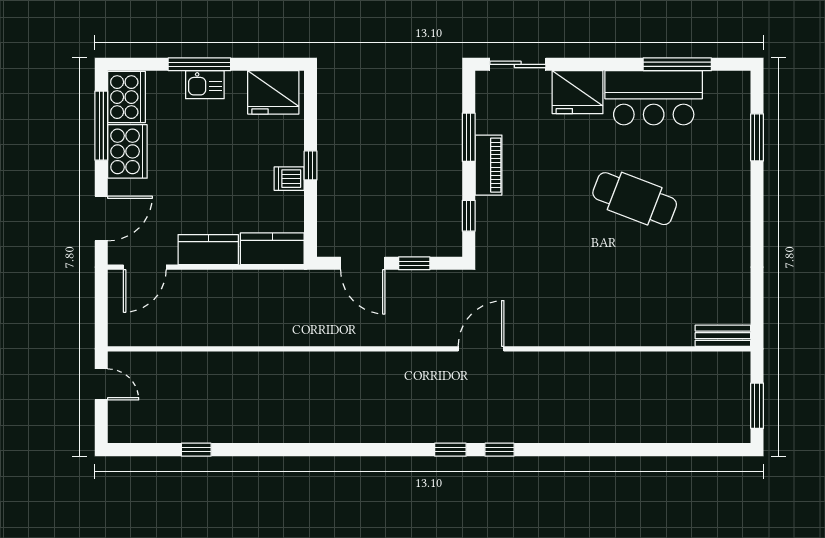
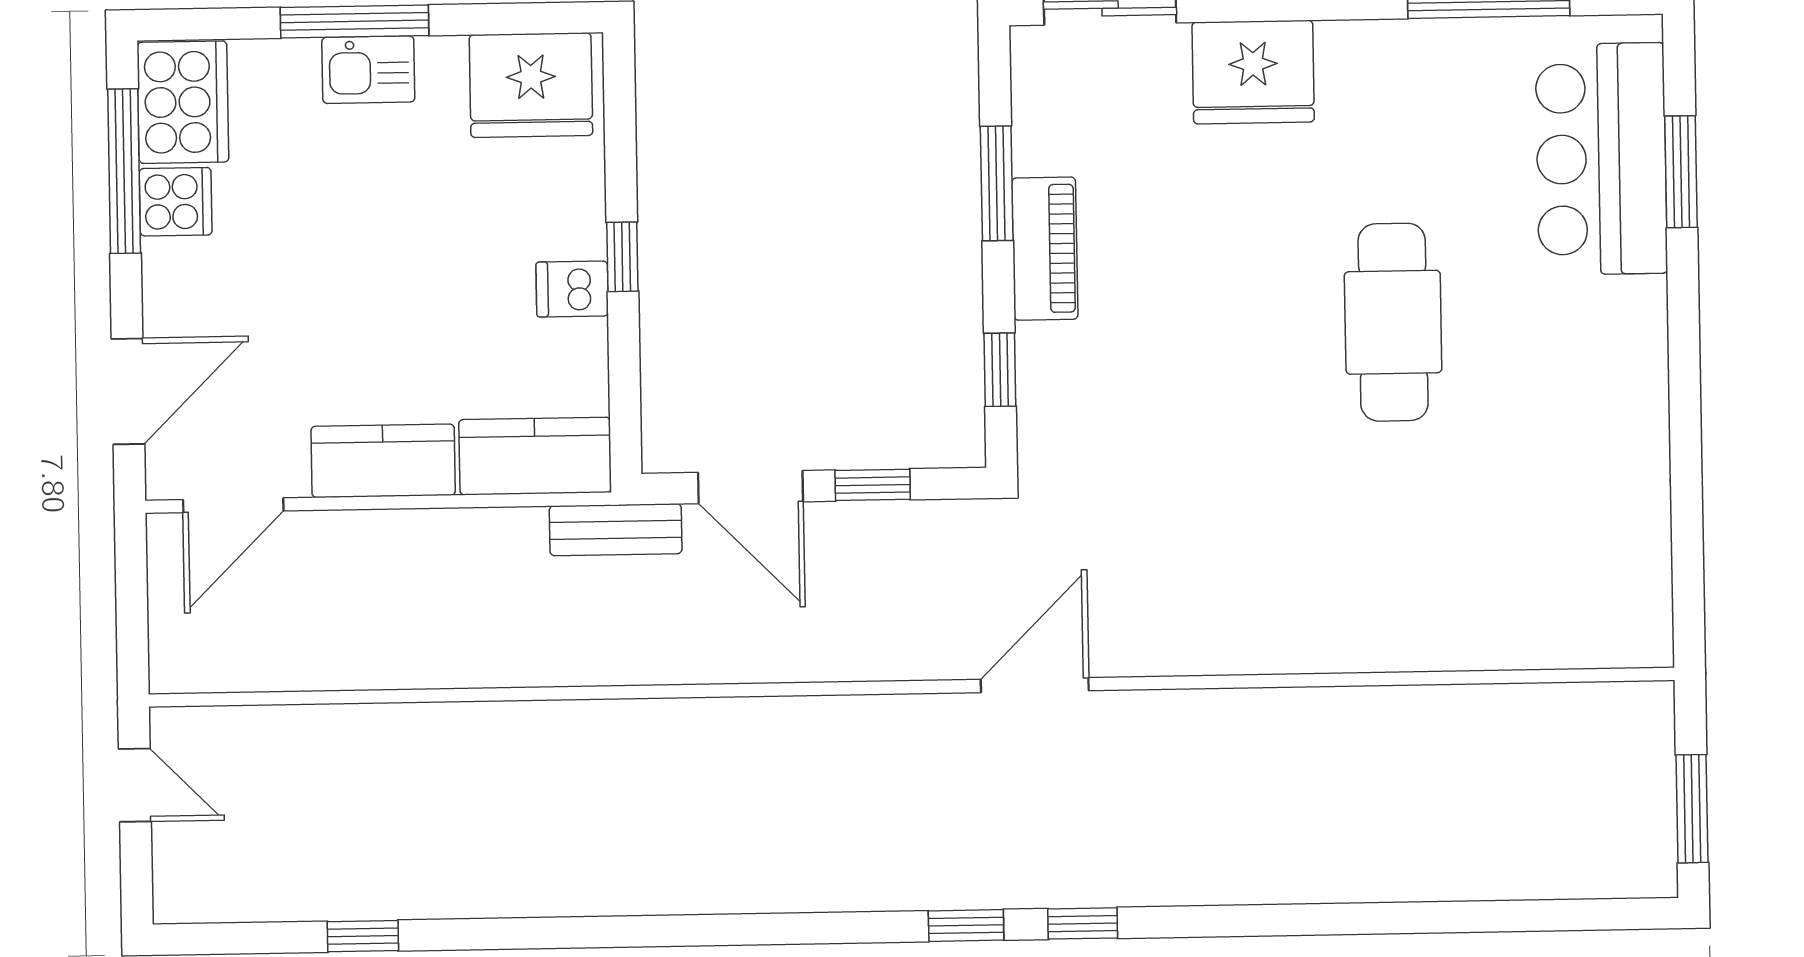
bar counter: (654, 98) -> (1601, 159), moved, turned 90
cooker: (127, 151) -> (176, 202), width x0.53, depth x0.76
cafe table: (635, 199) -> (1393, 322), turned 69
bench: (723, 336) -> (616, 530), moved

